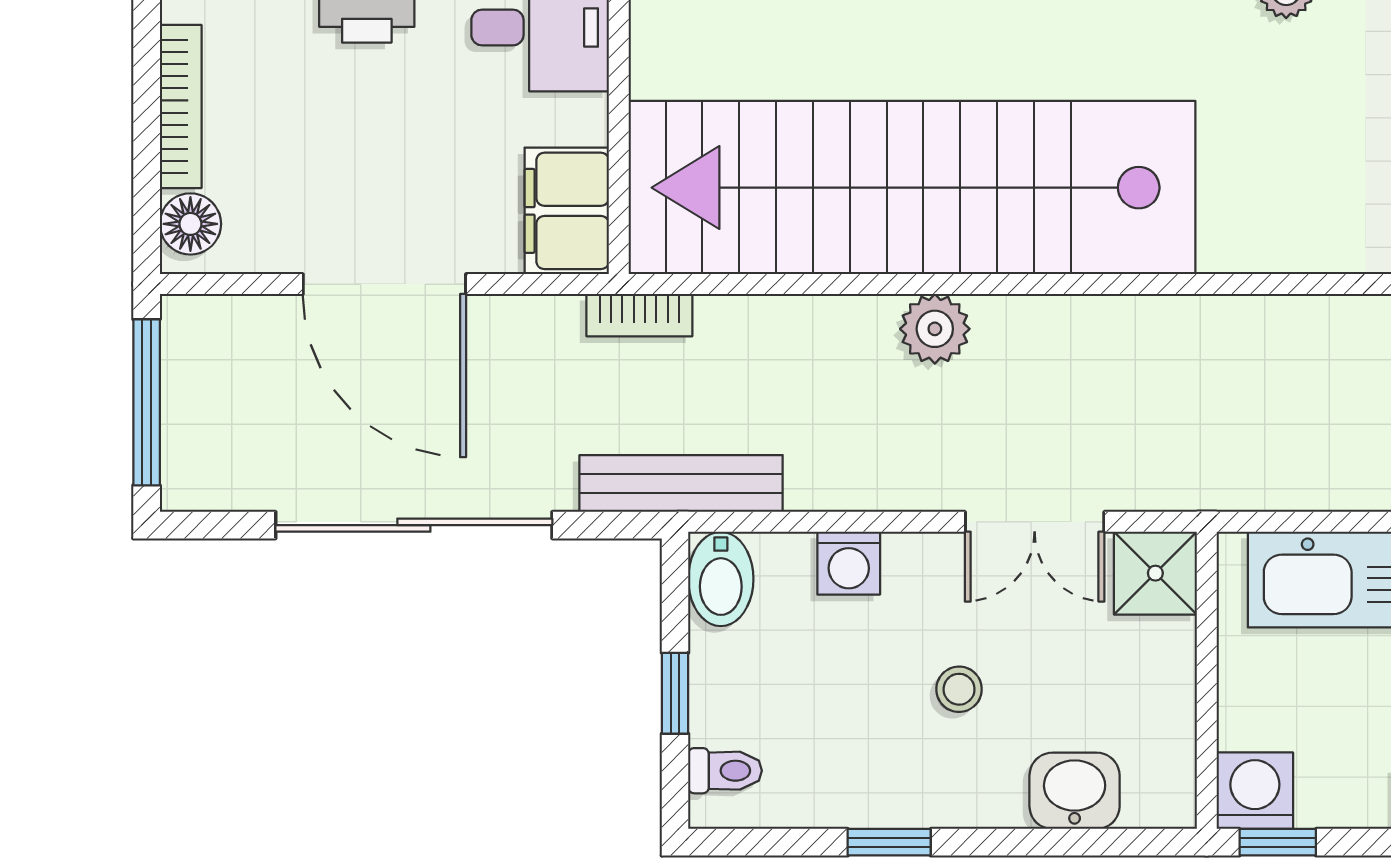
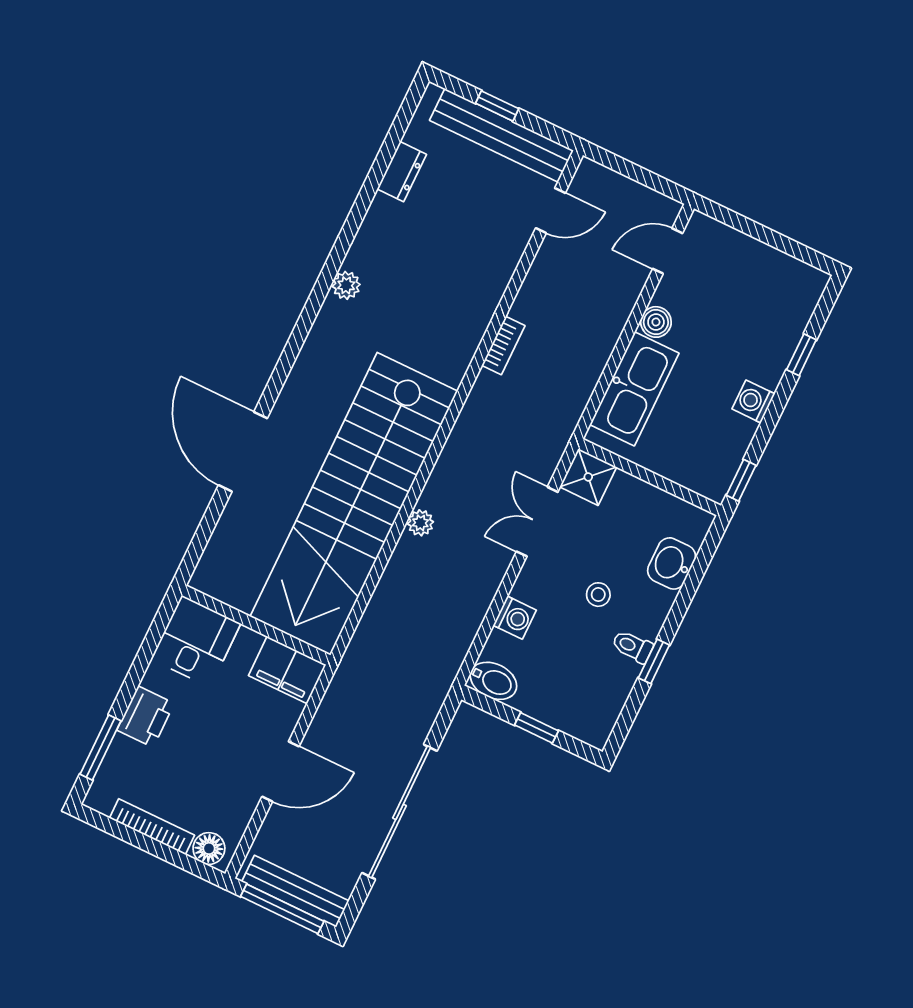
door: (384, 284) -> (280, 772), width x0.73
bookcase: (639, 315) -> (503, 345), moved
plant: (935, 329) -> (420, 523), width x0.73, depth x0.73
bench: (681, 483) -> (295, 891), moved, turned 90
double door: (1035, 522) -> (537, 522), swing flipped
toilet: (725, 771) -> (632, 646), moved, turned -90
washing machine: (1255, 791) -> (712, 479), removed

